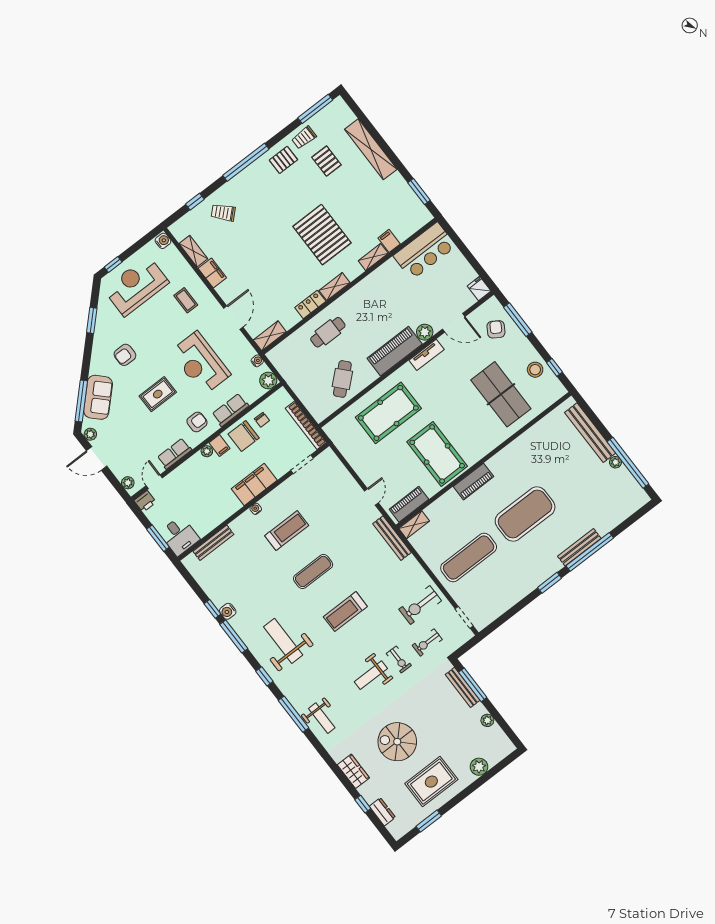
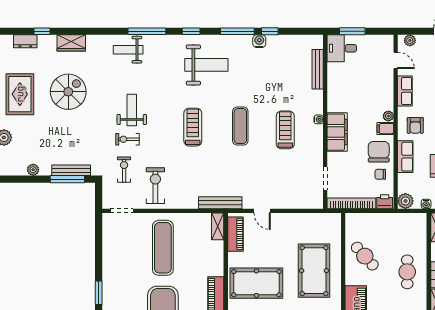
printer: (145, 501) -> (385, 202), moved, turned 90
treadmill: (287, 531) -> (285, 130), turned 180

